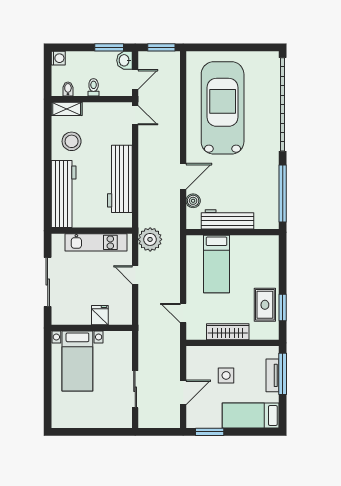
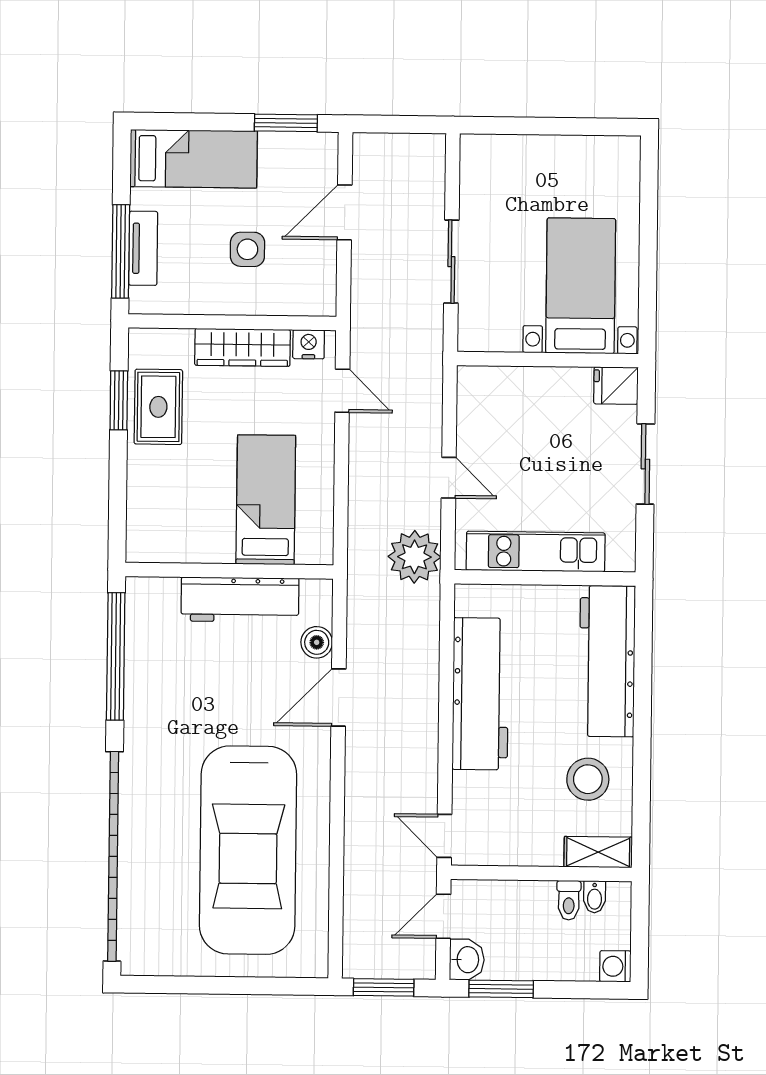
toilet: (94, 87) -> (569, 900), moved
sliding door: (48, 282) -> (645, 464), width x0.73
fridge: (100, 315) -> (616, 386), moved, turned 90
nightstand: (198, 334) -> (309, 344), added
sliding door: (135, 389) -> (451, 262), moved

